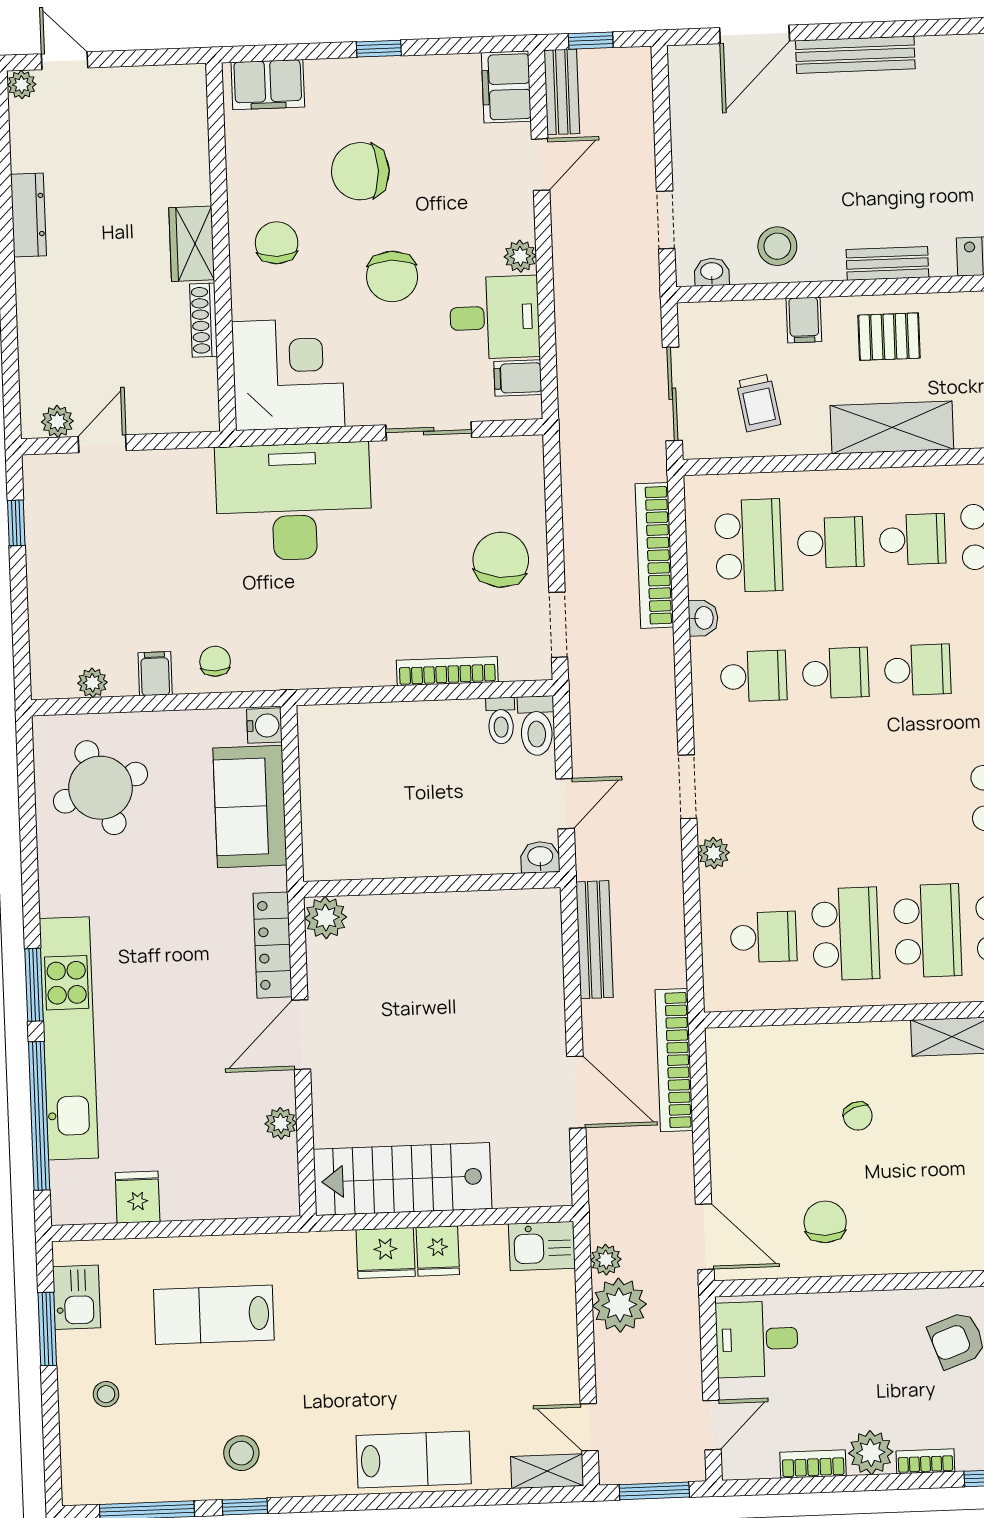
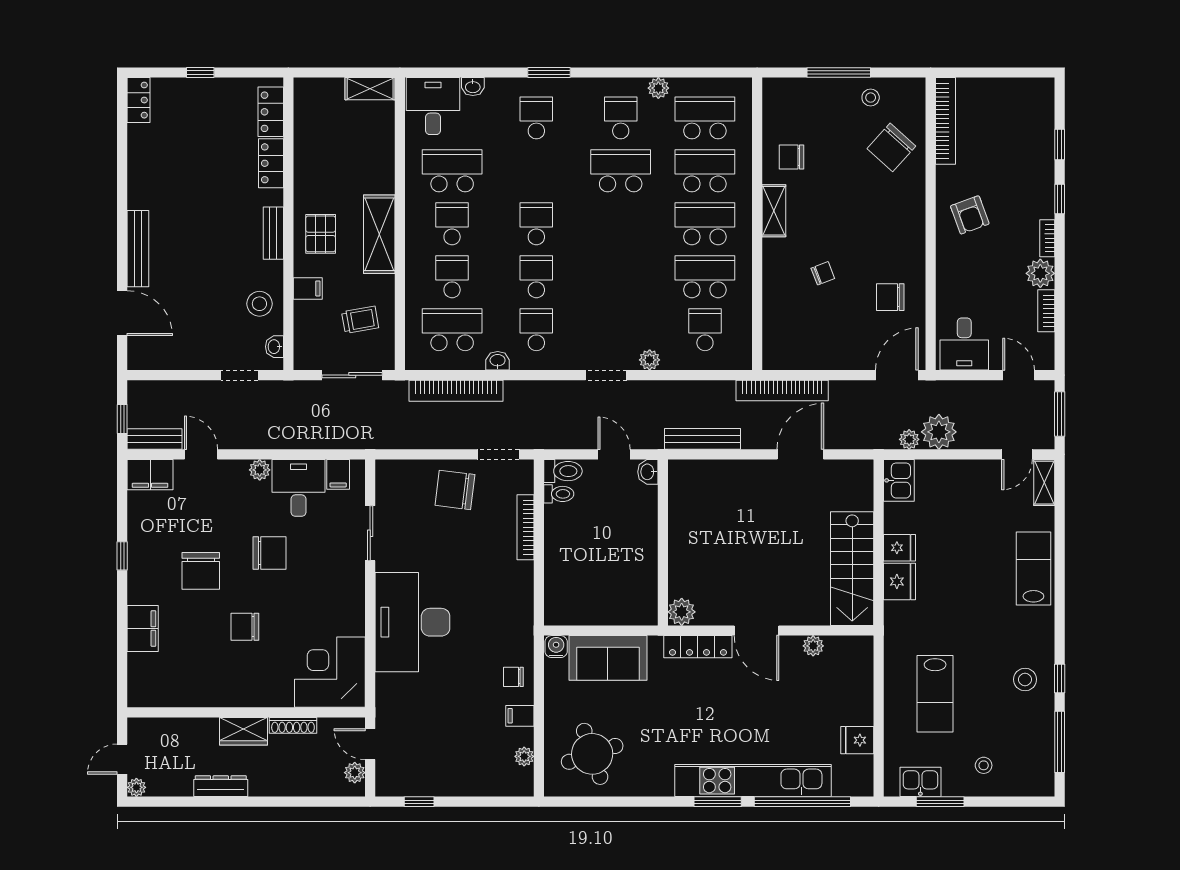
wardrobe: (192, 244) -> (243, 731), moved
wall: (221, 247) -> (246, 712), moved
shoe rack: (204, 320) -> (293, 725), moved
corner desk: (288, 374) -> (330, 672), moved

